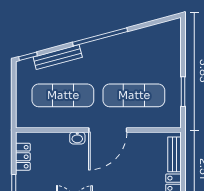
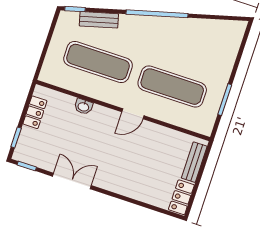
bench: (58, 57) -> (99, 20), width x0.73
door: (108, 130) -> (133, 114), width x0.53
washbasin: (77, 138) -> (83, 107), moved

